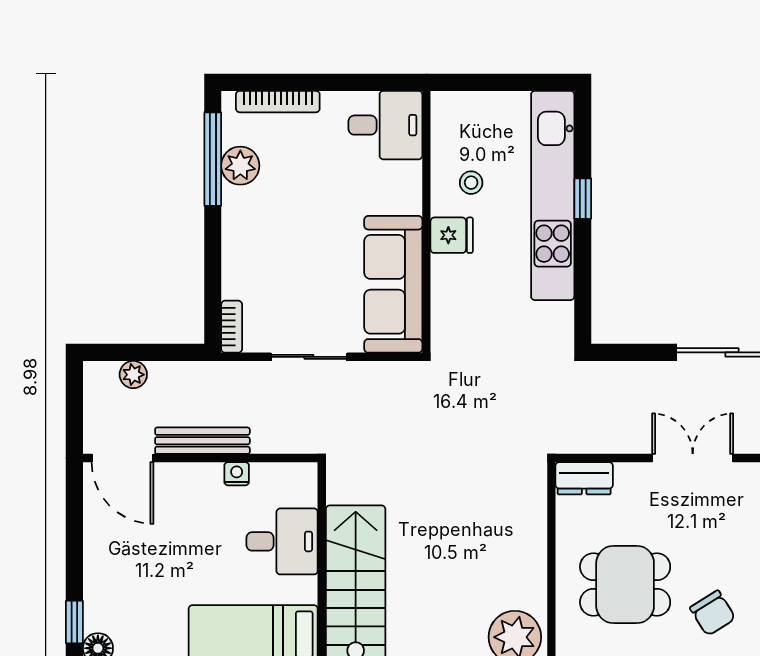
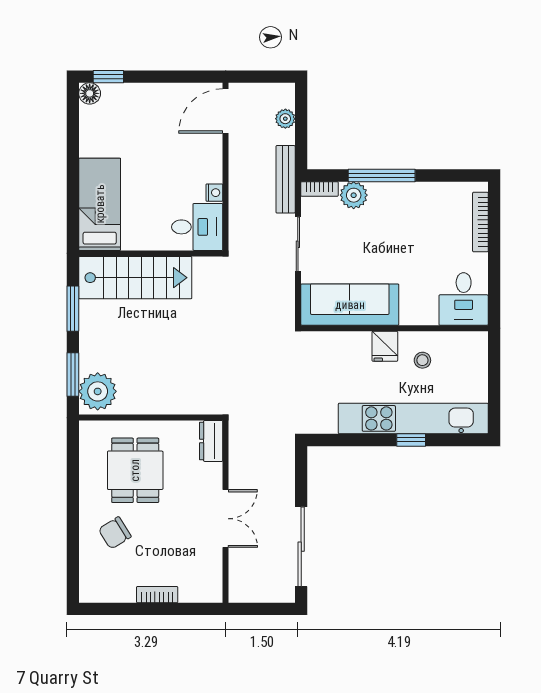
window: (213, 159) -> (382, 176), moved
plant: (240, 166) -> (354, 195), moved
bench: (202, 441) -> (286, 179), moved
desk: (282, 541) -> (197, 227), moved, turned -90

